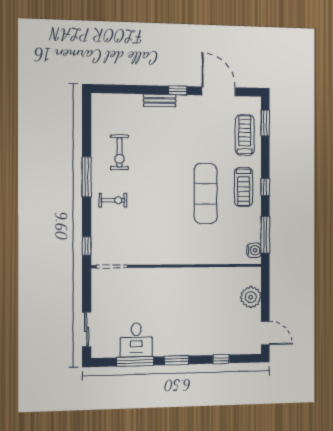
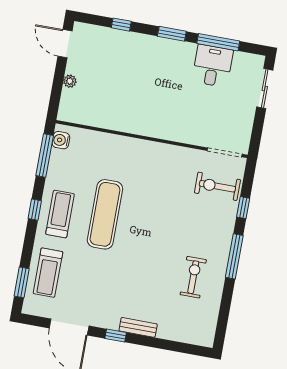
exercise bike: (113, 200) -> (217, 186), moved, width x1.38, depth x1.39
window: (87, 246) -> (243, 208), moved
plant: (251, 297) -> (70, 81), width x0.53, depth x0.53

